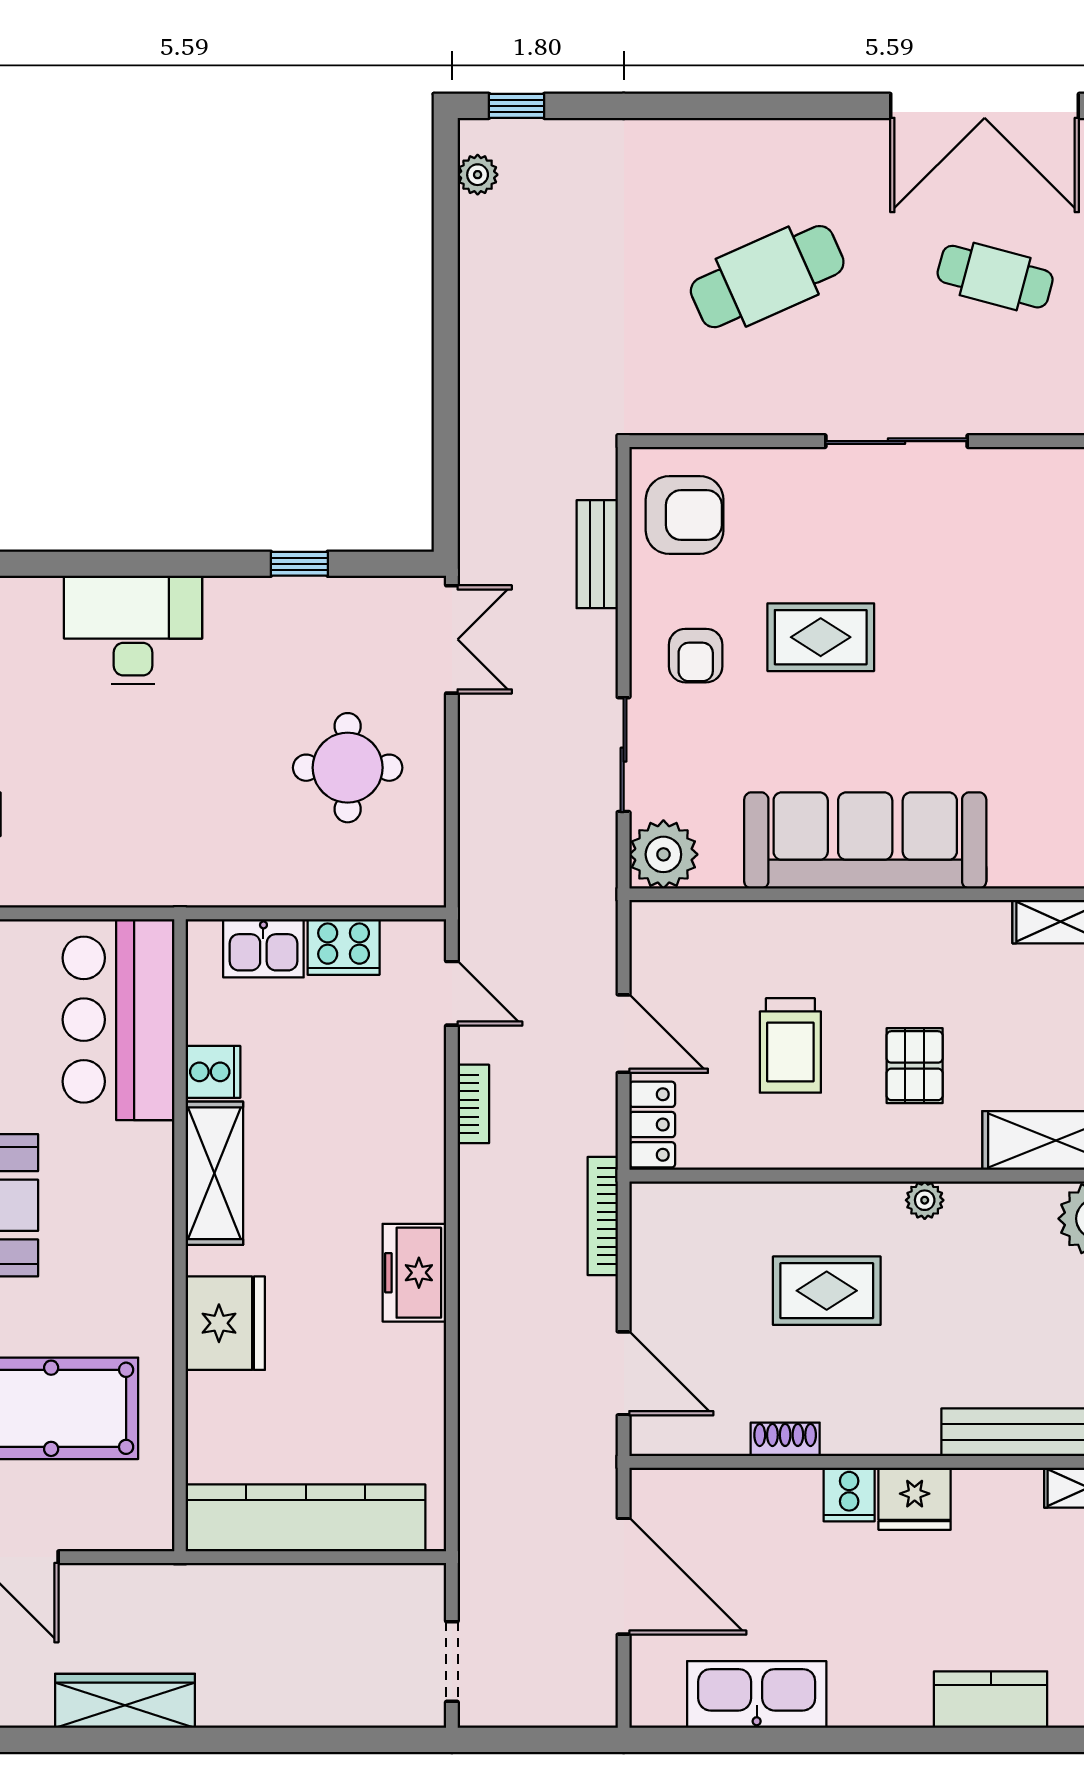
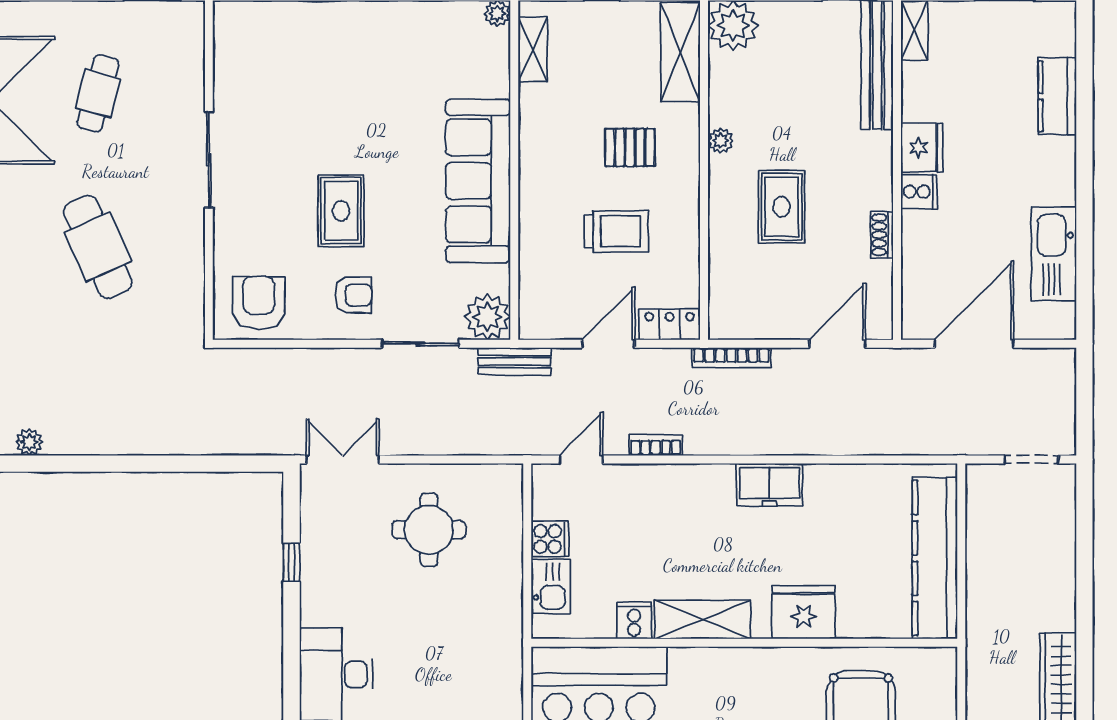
bench: (597, 554) -> (514, 361), moved
cooker: (344, 947) -> (550, 539), width x0.73

